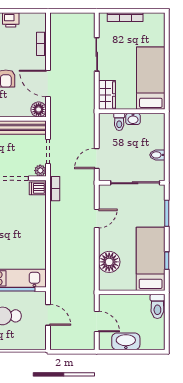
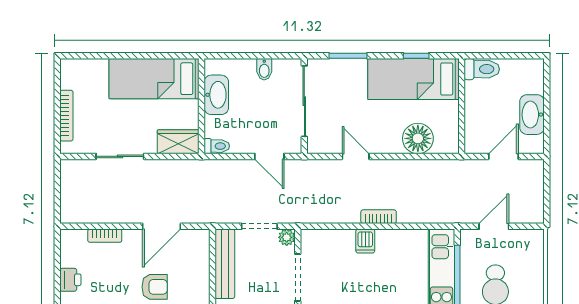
floor lamp: (39, 109) -> (199, 240), removed
washbasin: (133, 119) -> (216, 95), width x1.91, depth x1.45
toilet: (119, 122) -> (217, 146), moved
dishwasher: (38, 188) -> (365, 241), moved
bookcase: (55, 189) -> (379, 217), moved

